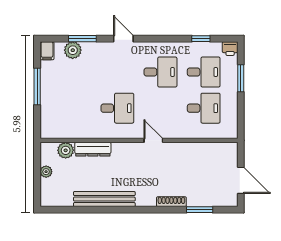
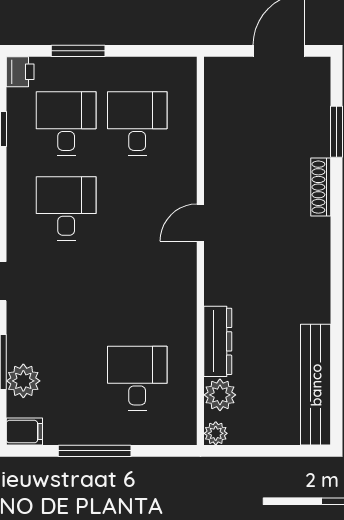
desk: (117, 108) -> (137, 378), moved
plant: (46, 172) -> (216, 433), moved
bench: (104, 199) -> (316, 385), moved

